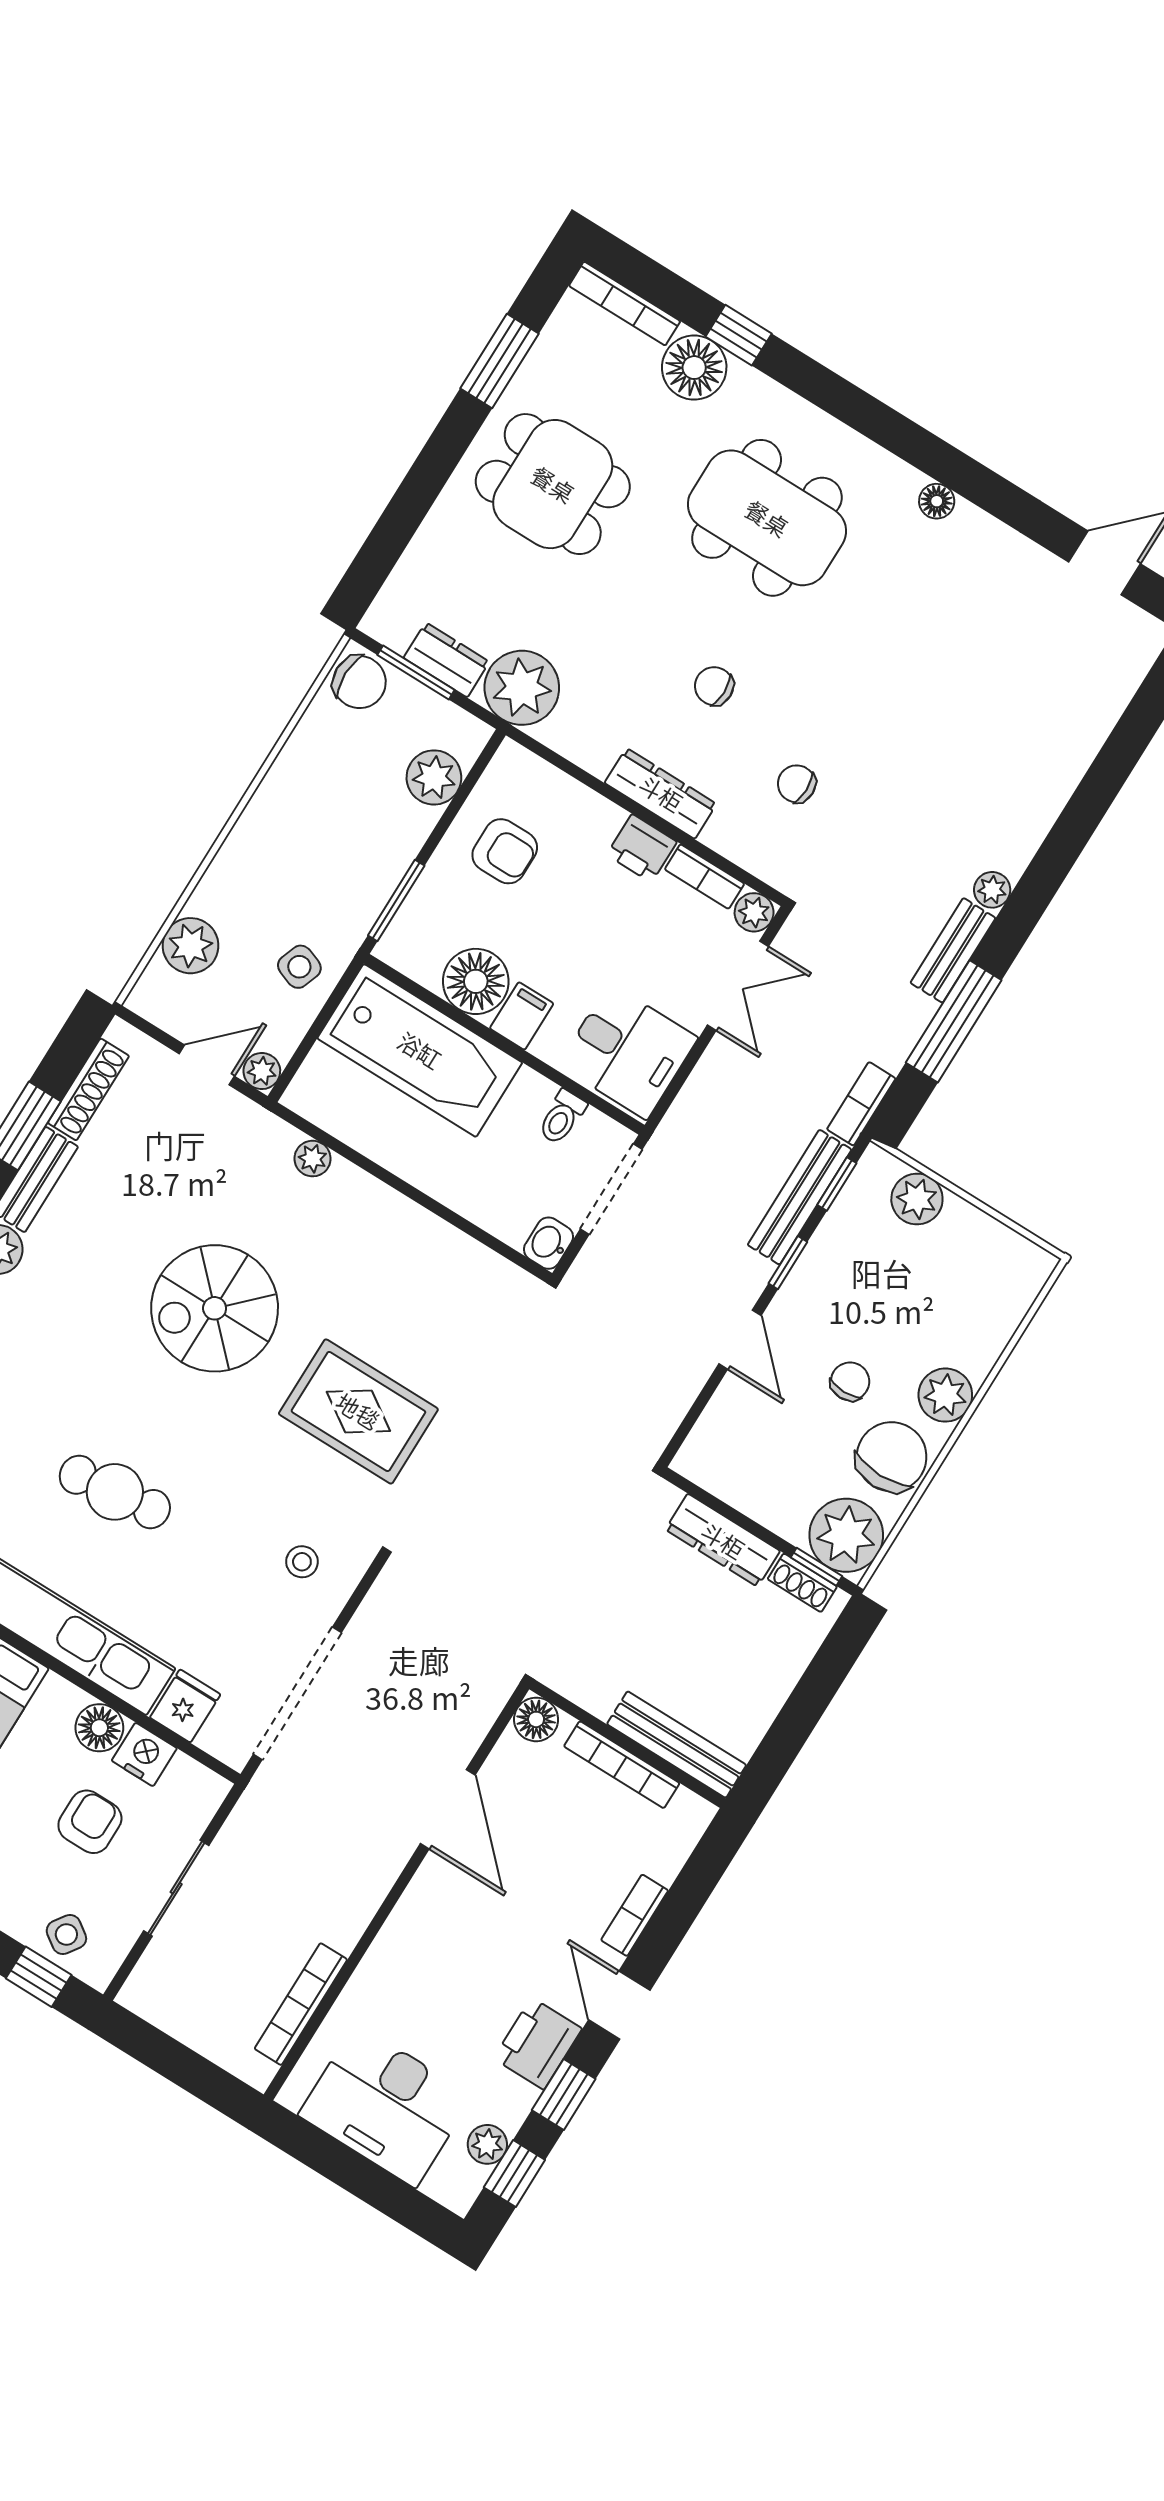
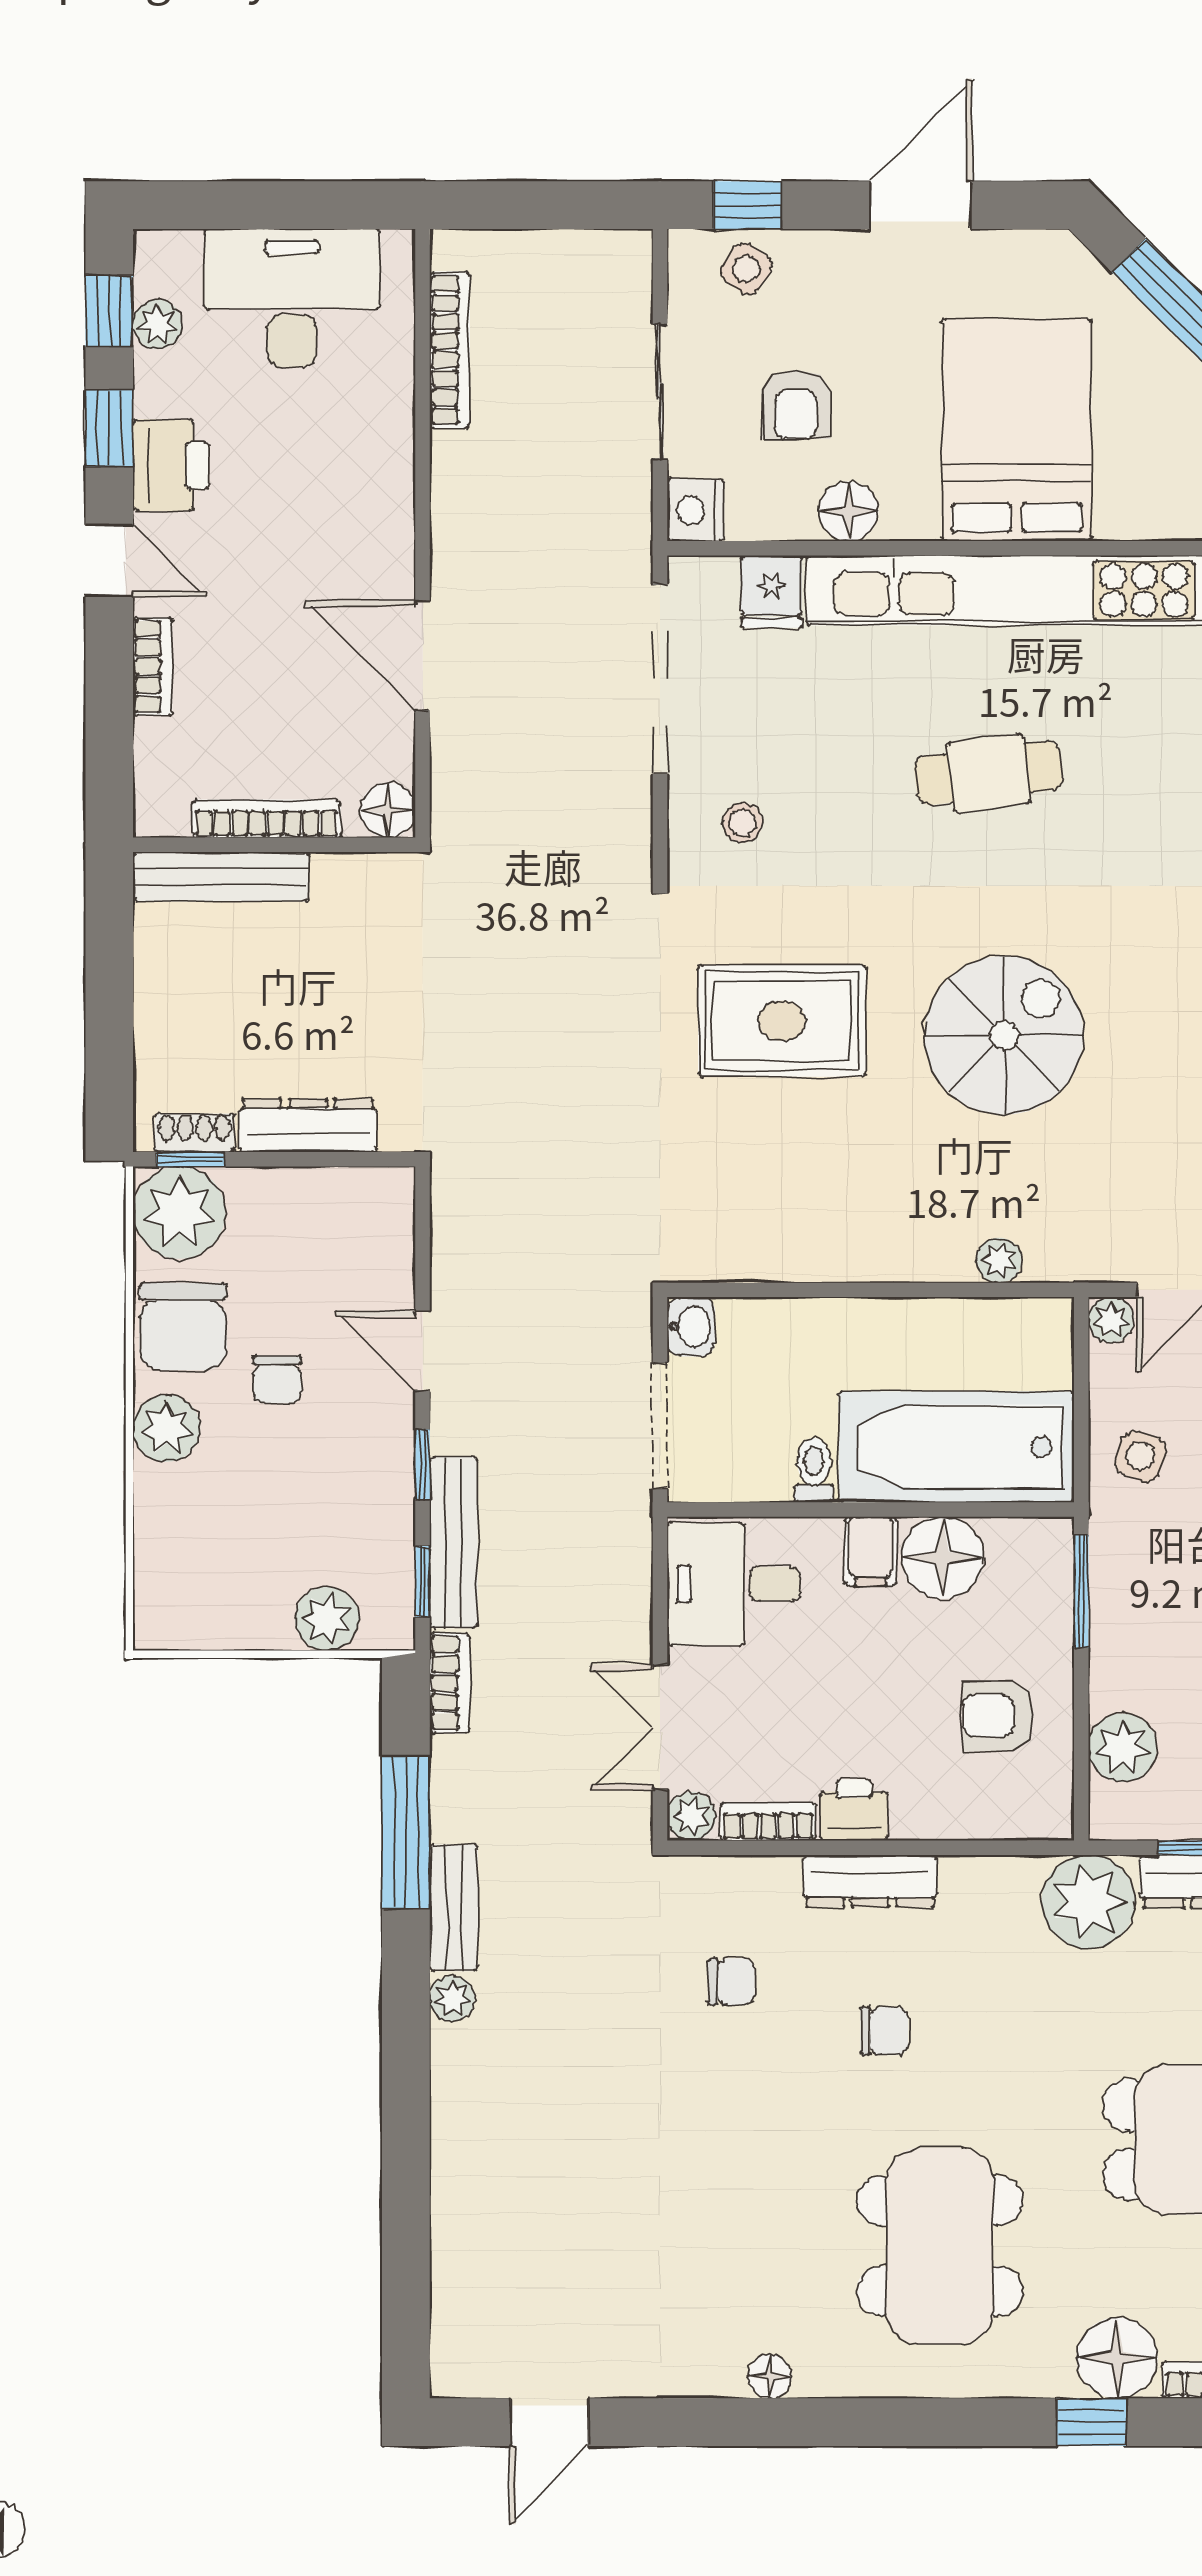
dining table: (767, 518) -> (940, 2246), turned 90
toilet: (562, 1117) -> (814, 1470), moved
nightstand: (144, 1754) -> (696, 510), moved, turned 90

